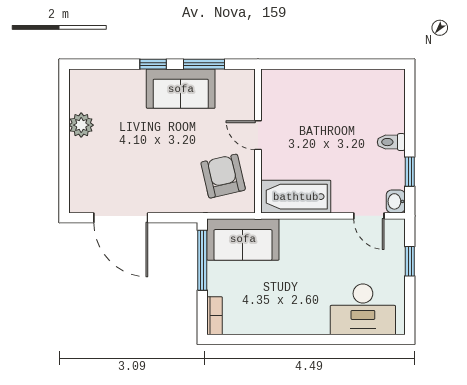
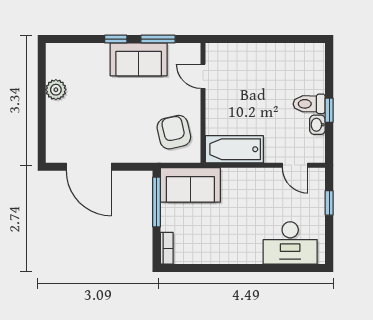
door: (258, 135) -> (203, 76), moved
toilet: (391, 142) -> (309, 104), width x1.37, depth x1.39
window: (410, 172) -> (329, 110), moved
washbasin: (396, 201) -> (317, 125), moved

